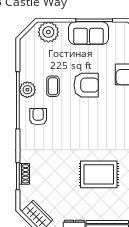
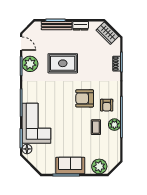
armchair: (86, 85) -> (85, 98), moved

